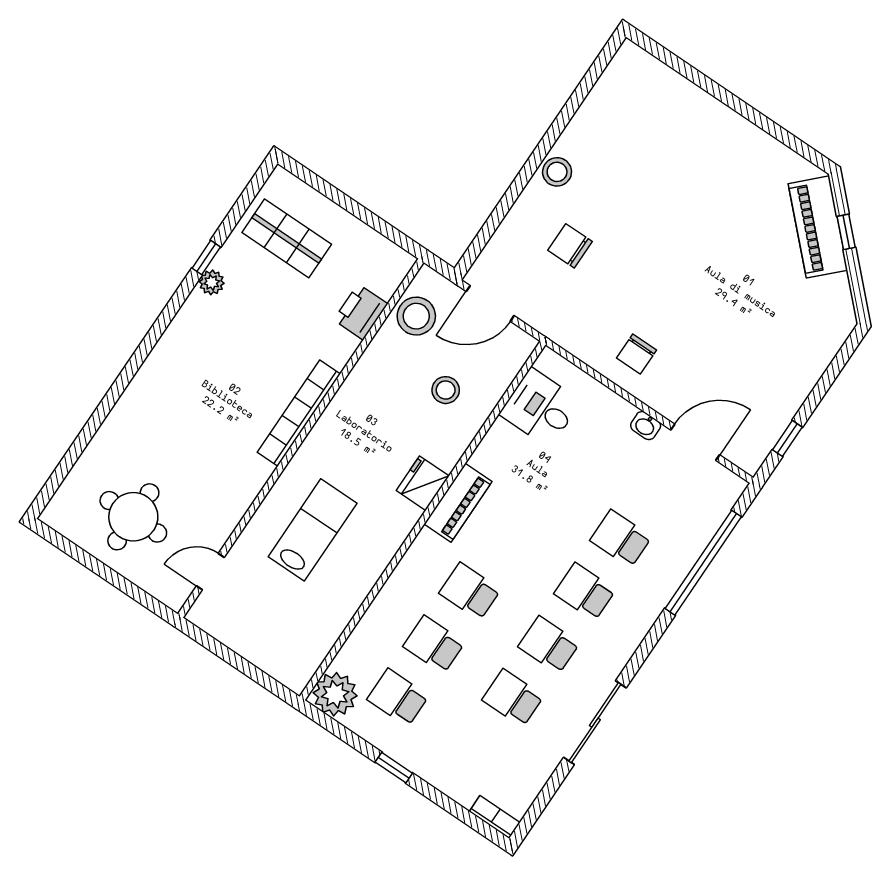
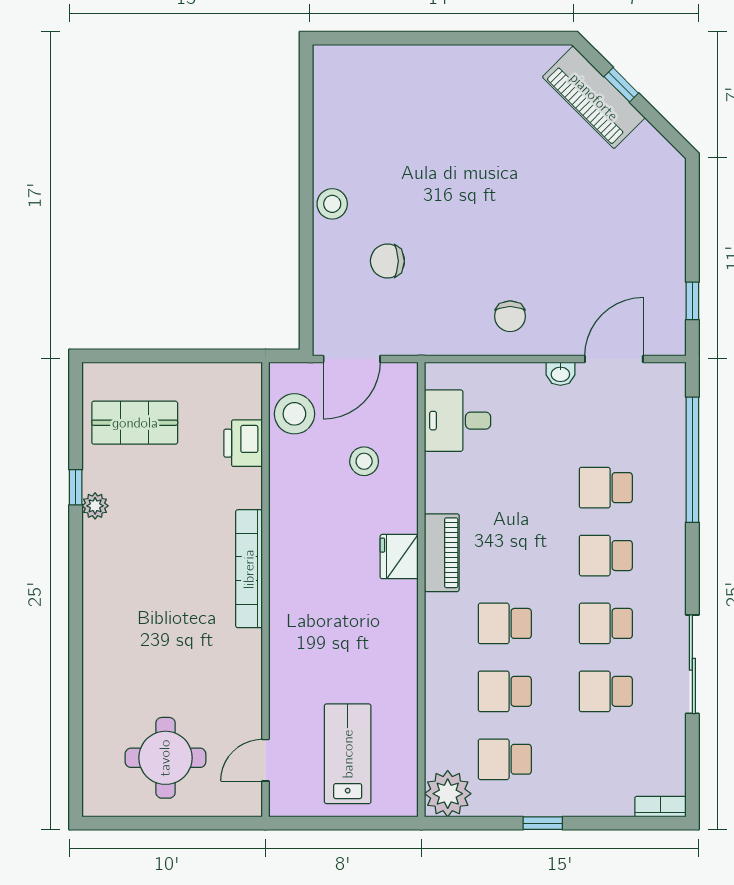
lab bench: (313, 530) -> (348, 754), moved

